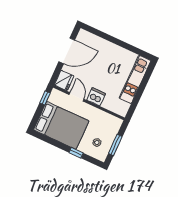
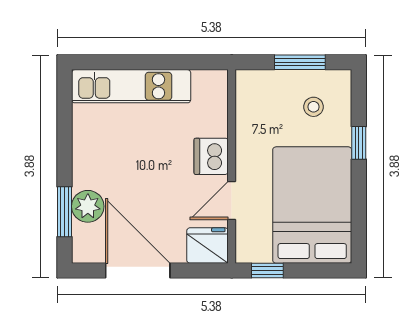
window: (101, 34) -> (65, 212), added
plant: (99, 43) -> (88, 206), added

